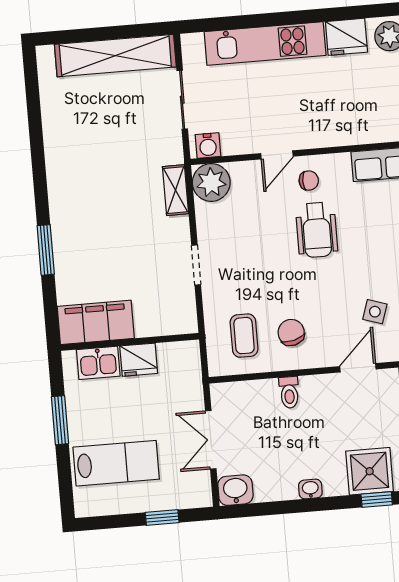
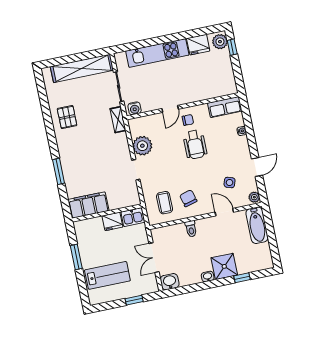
pallet: (75, 147) -> (67, 117), added
plant: (211, 182) -> (142, 146), moved
shelving: (176, 190) -> (118, 120), moved
kitchen sink: (98, 363) -> (133, 217), moved
door: (358, 368) -> (224, 212), hinge flipped
shower: (370, 471) -> (224, 266), moved

